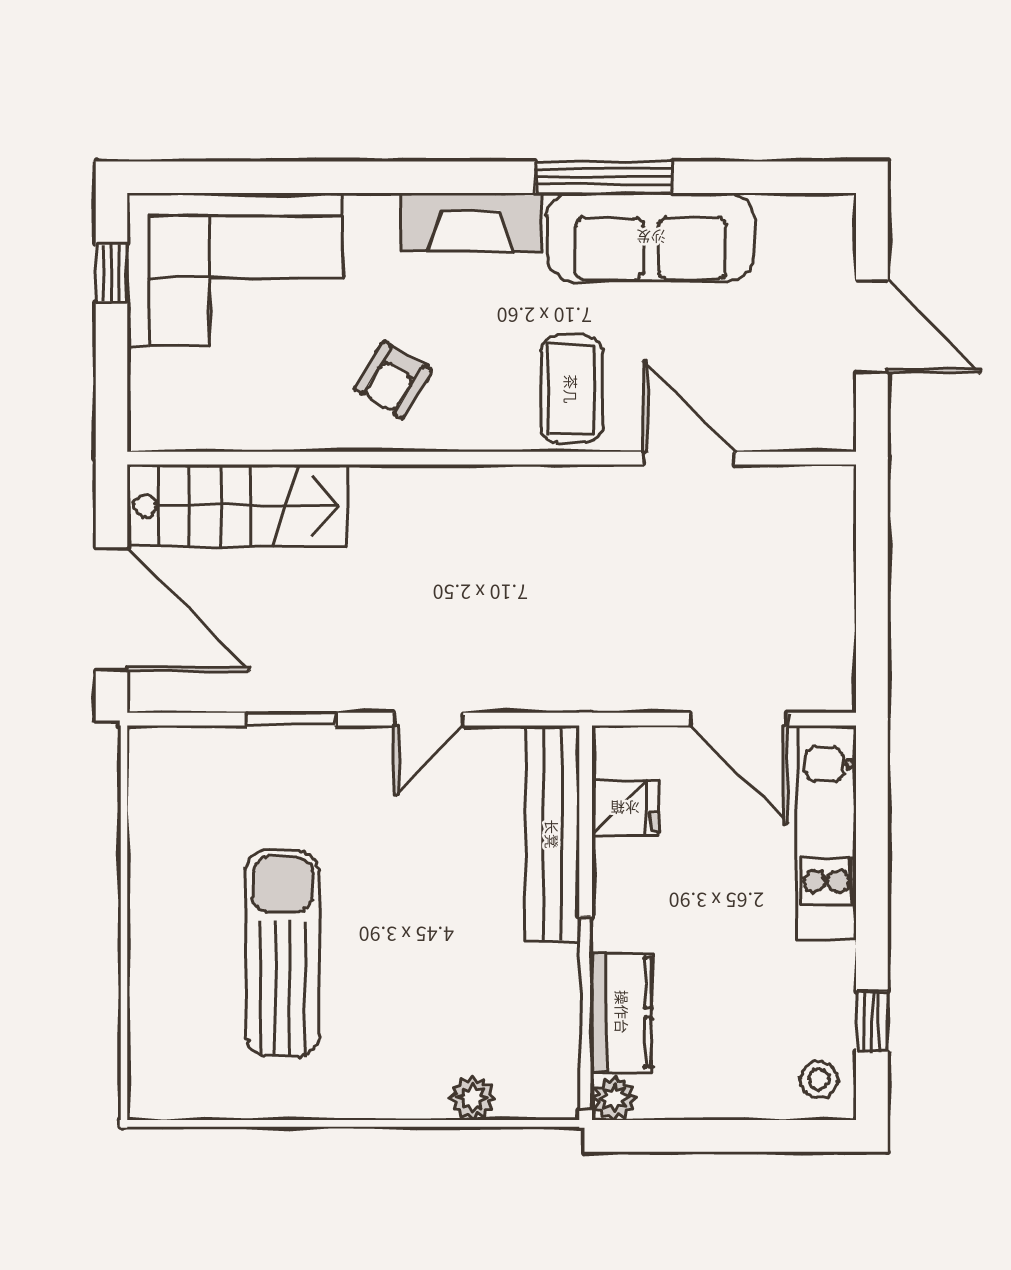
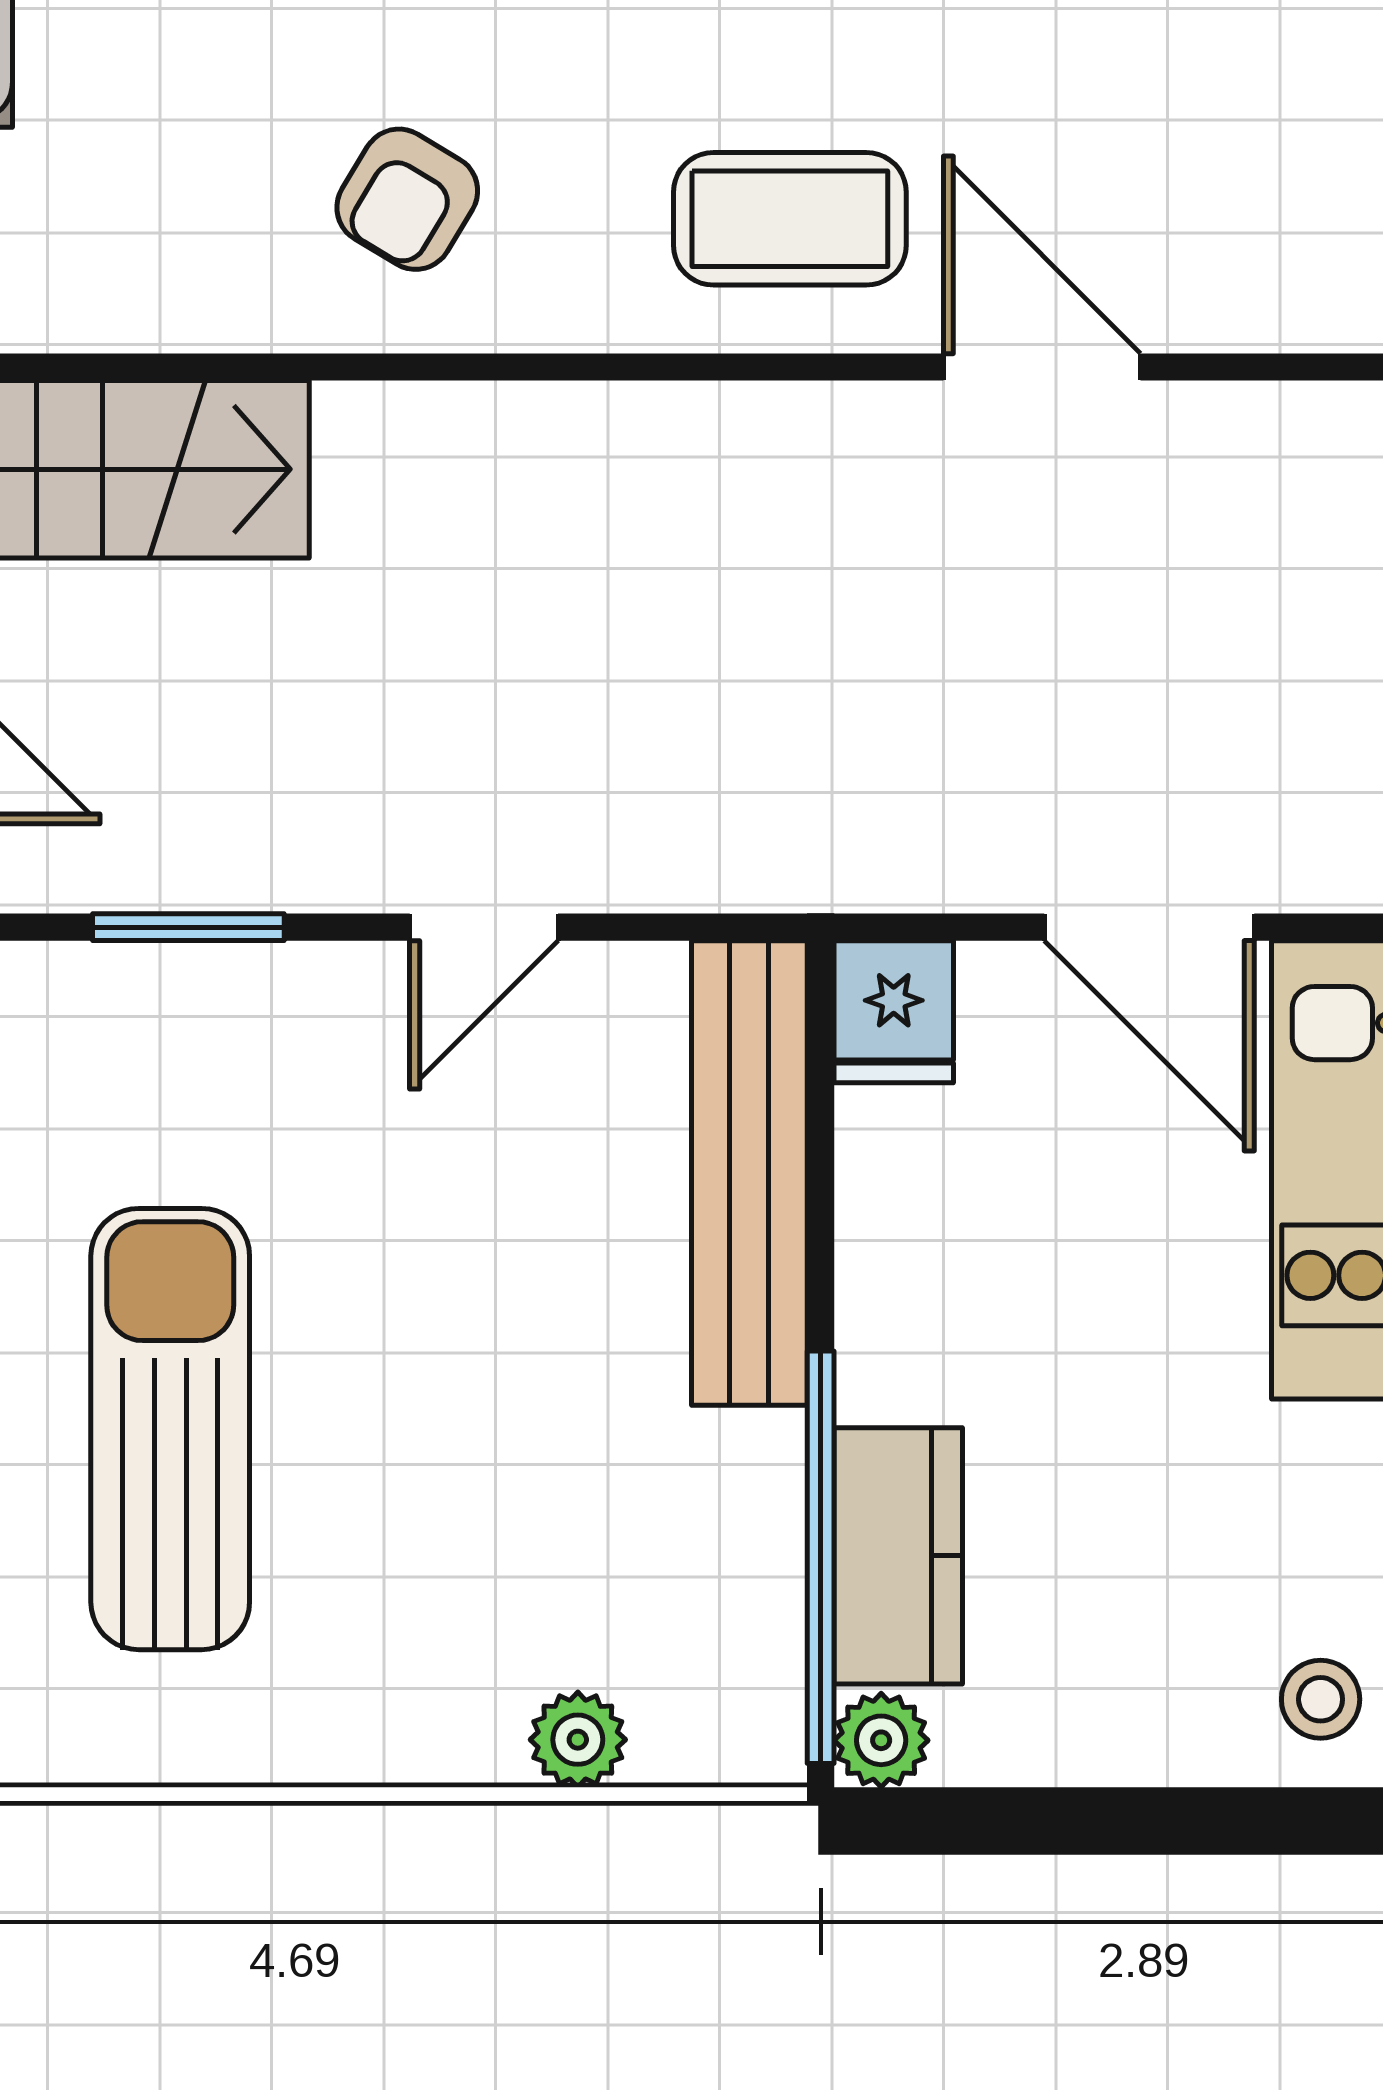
coffee table: (571, 389) -> (790, 219), turned 90
fridge: (625, 808) -> (894, 1012), moved, turned 90

